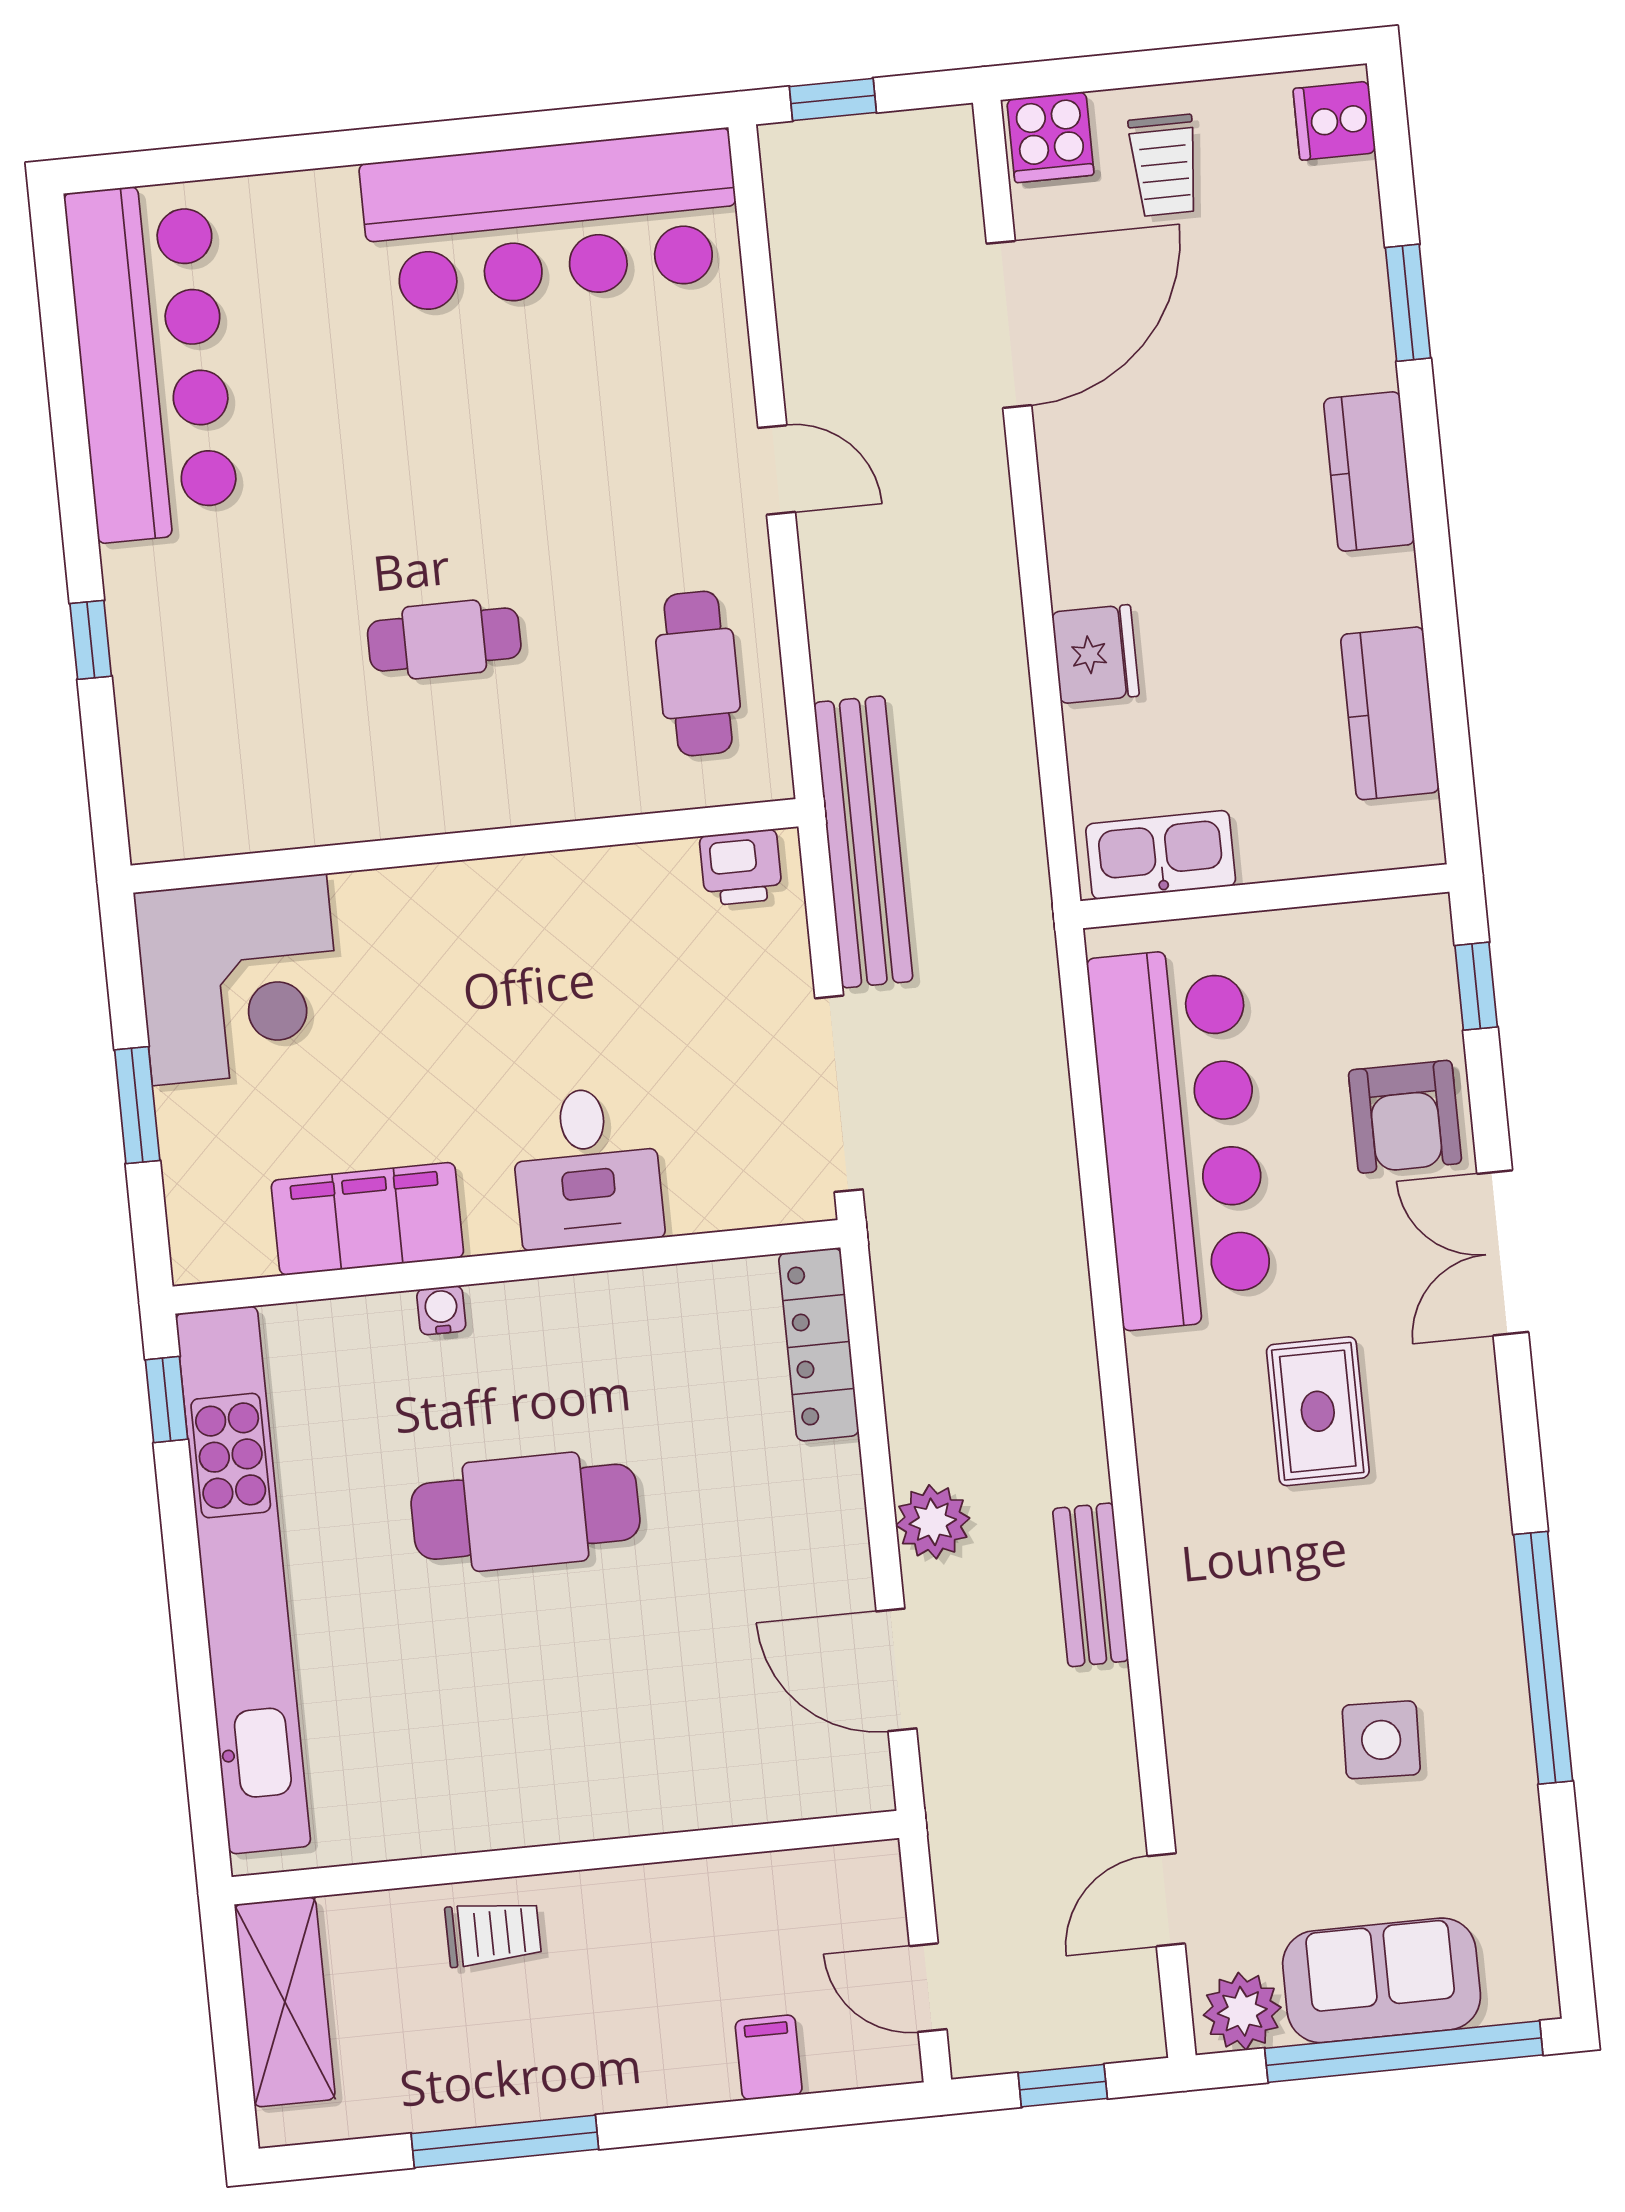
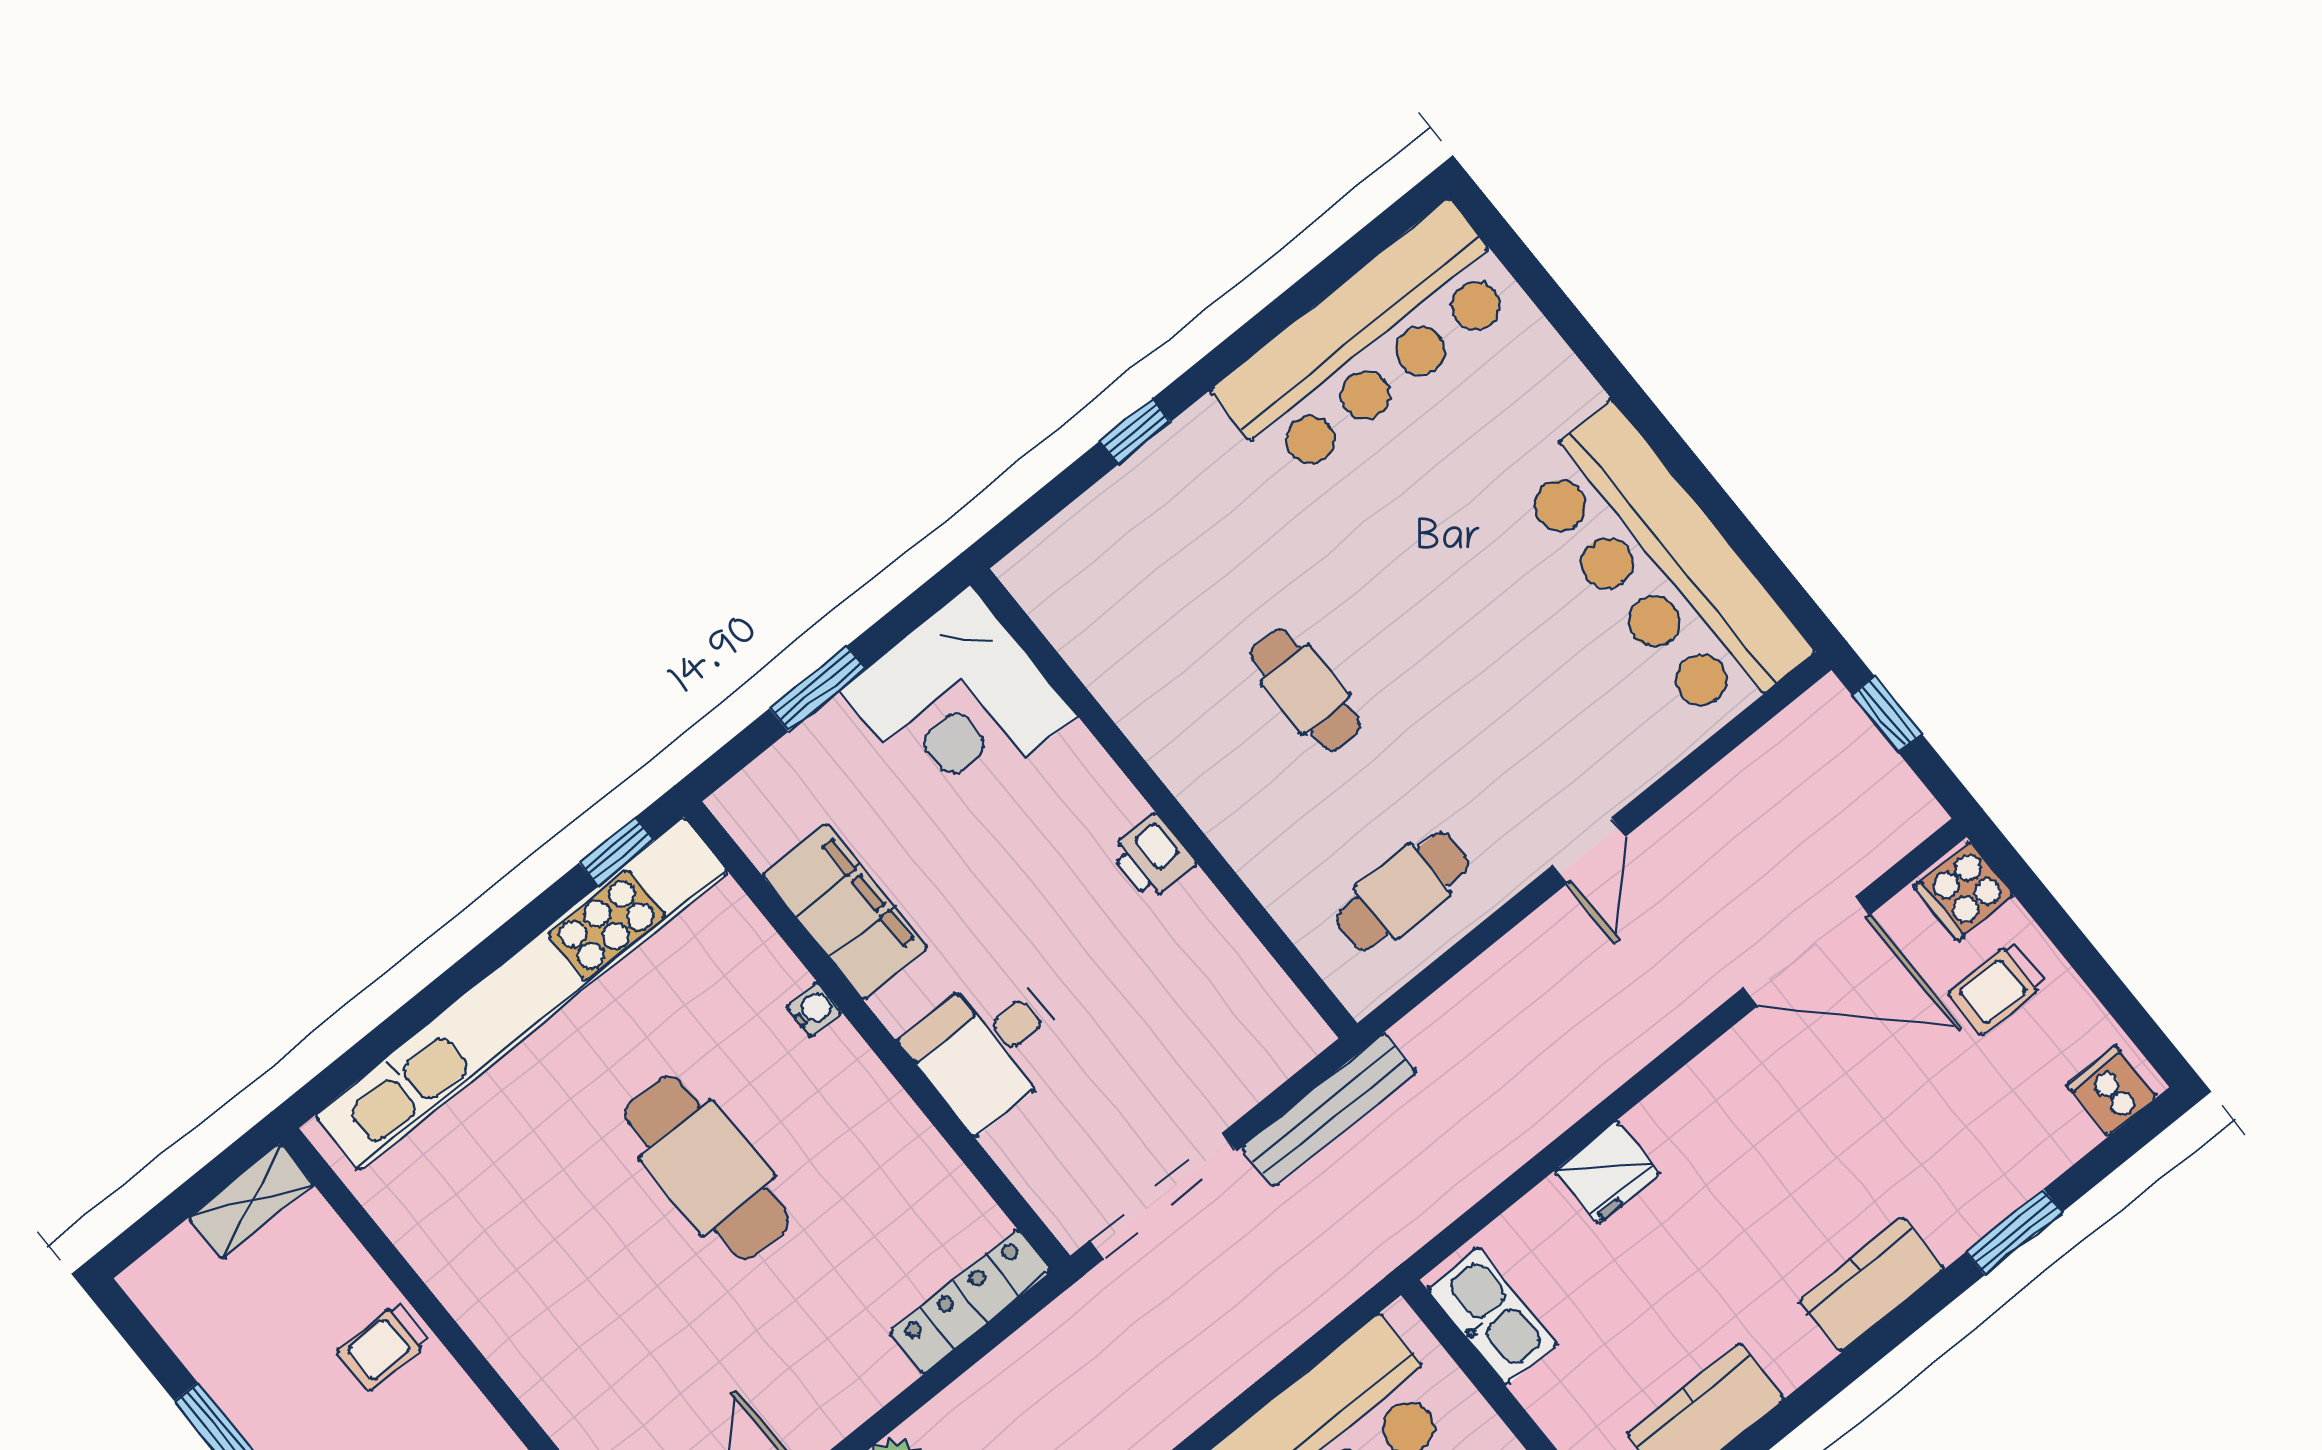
bench: (863, 842) -> (1329, 1110), width x0.73, depth x0.82
printer: (741, 867) -> (1153, 857), moved
trolley: (493, 1933) -> (384, 1346), turned 90
shelving: (285, 2002) -> (251, 1201), width x0.67, depth x0.75

